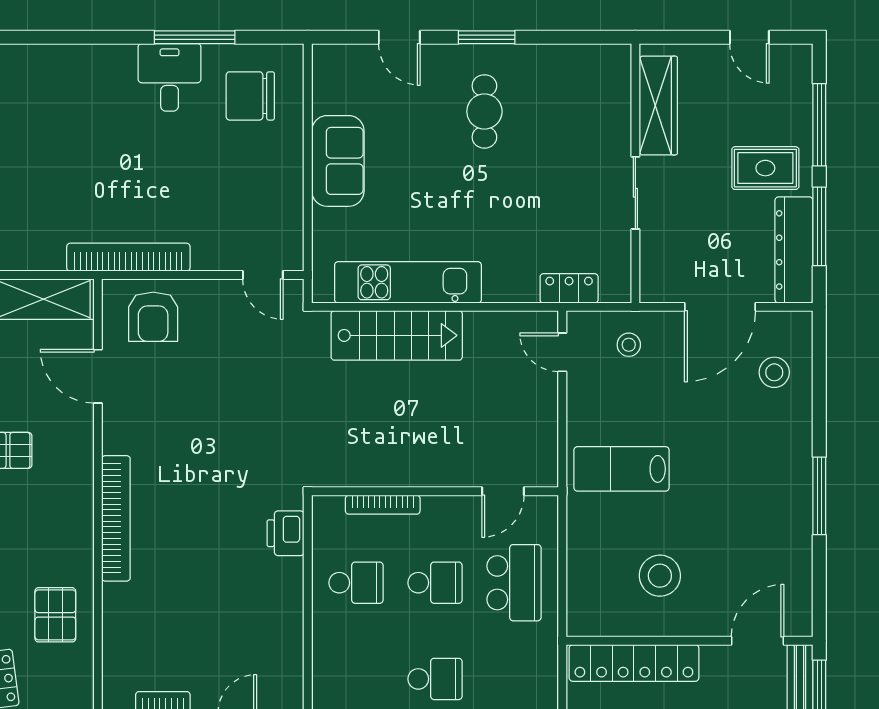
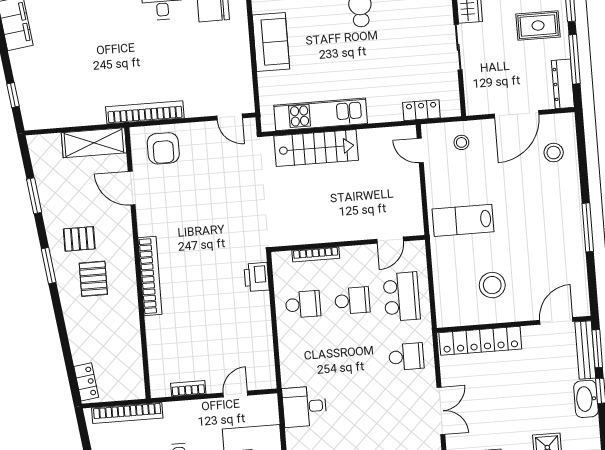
dresser: (794, 250) -> (563, 84), width x0.73, depth x0.80
pallet: (55, 615) -> (93, 279), moved
school desk: (435, 679) -> (406, 357), moved

